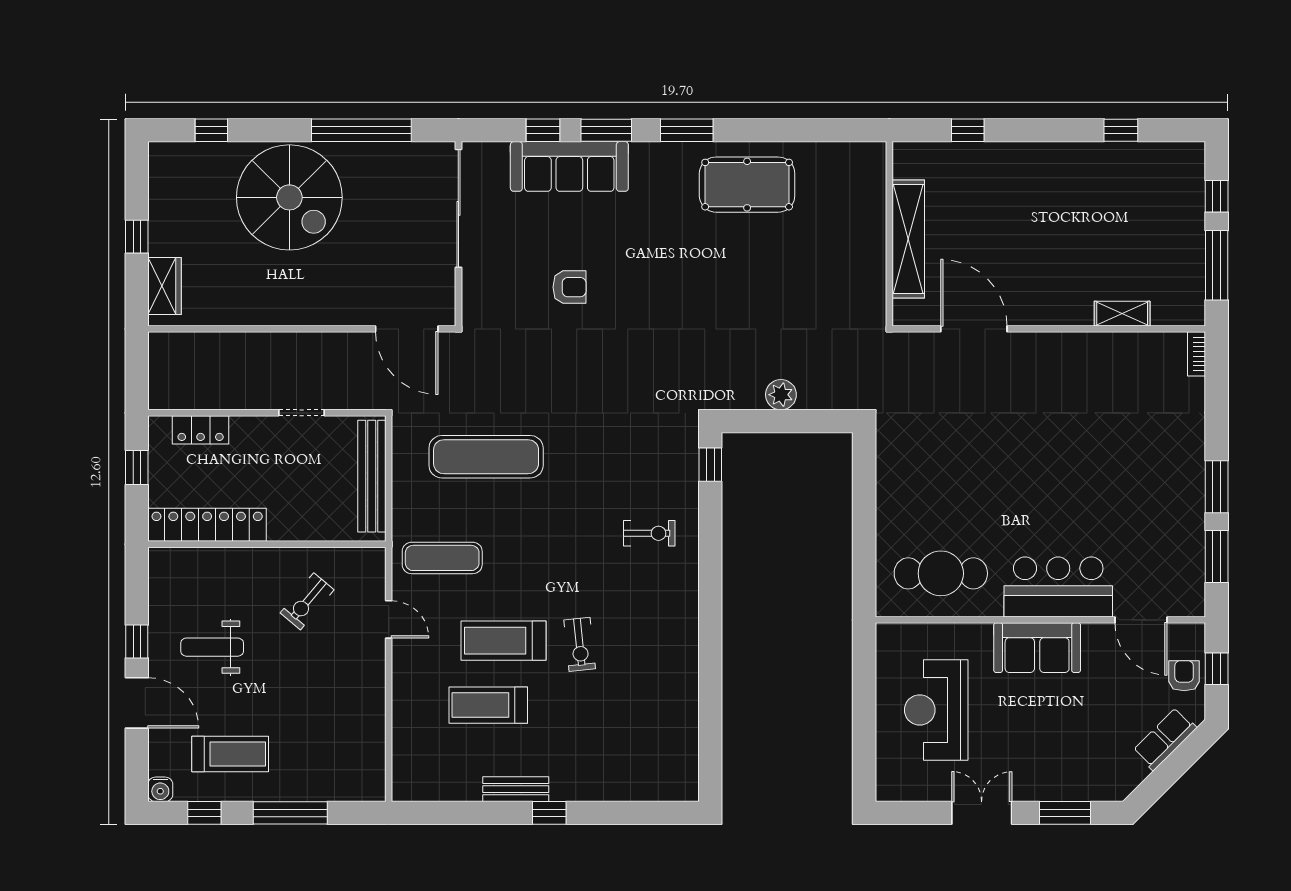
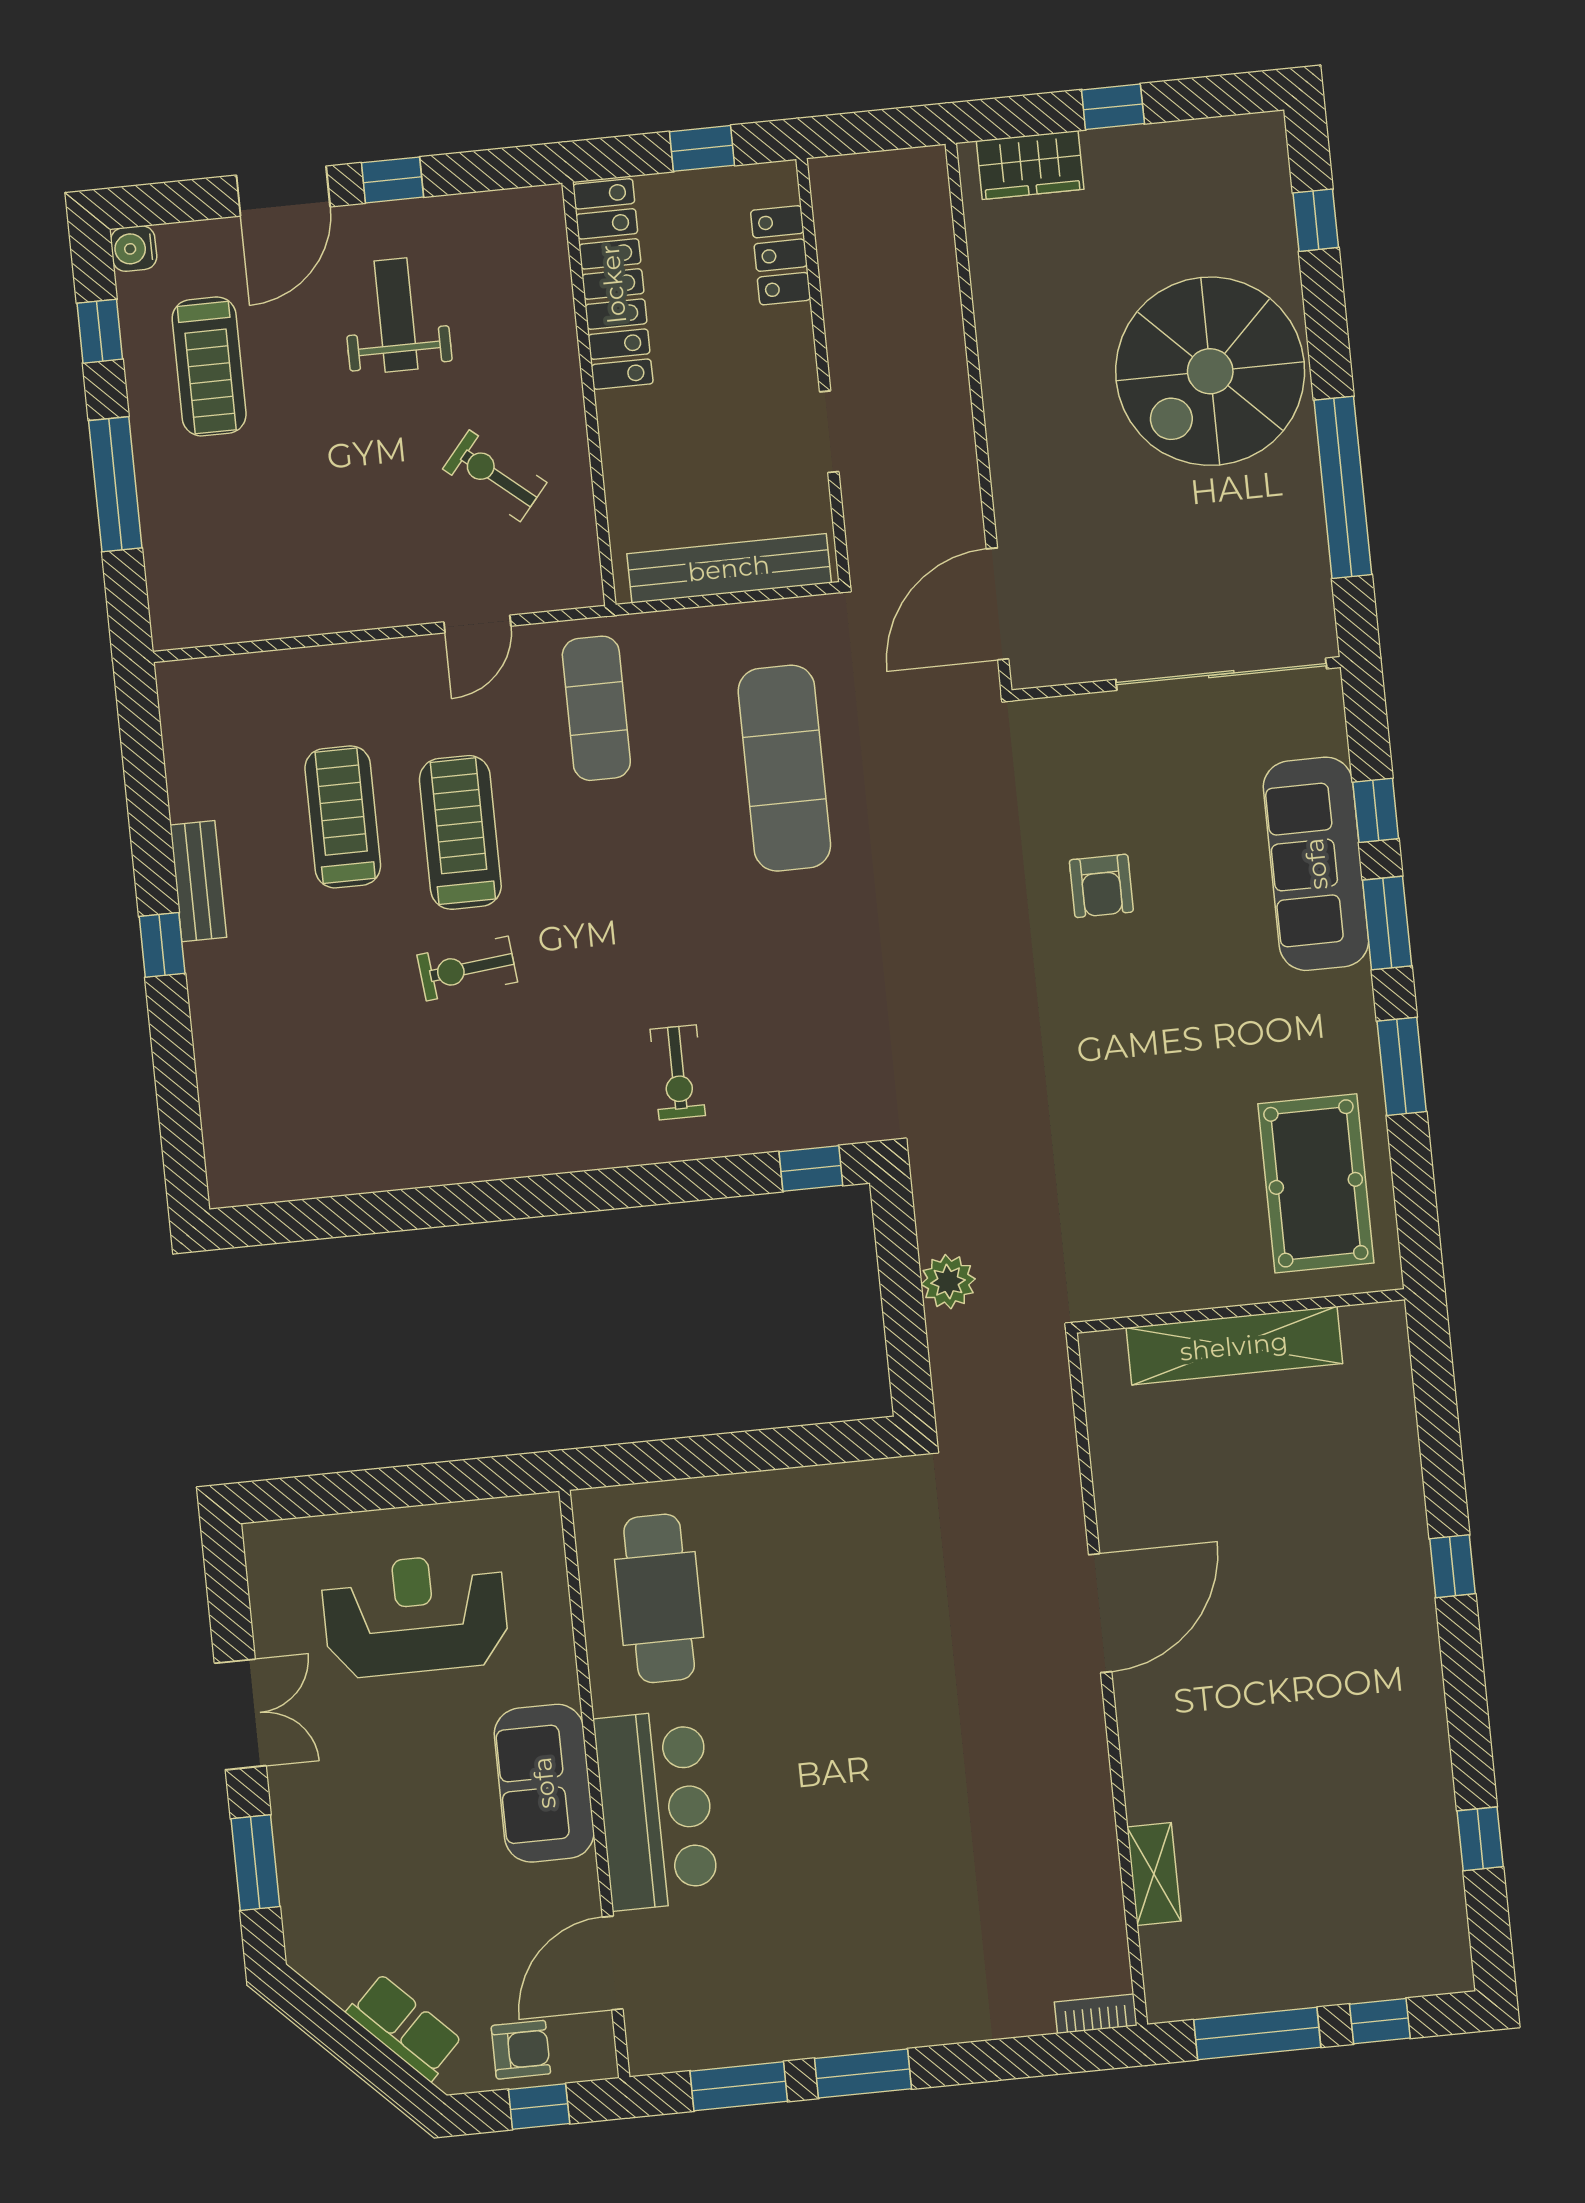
wall: (889, 234) -> (1240, 1311), moved
shelving: (908, 239) -> (1234, 1346), moved

